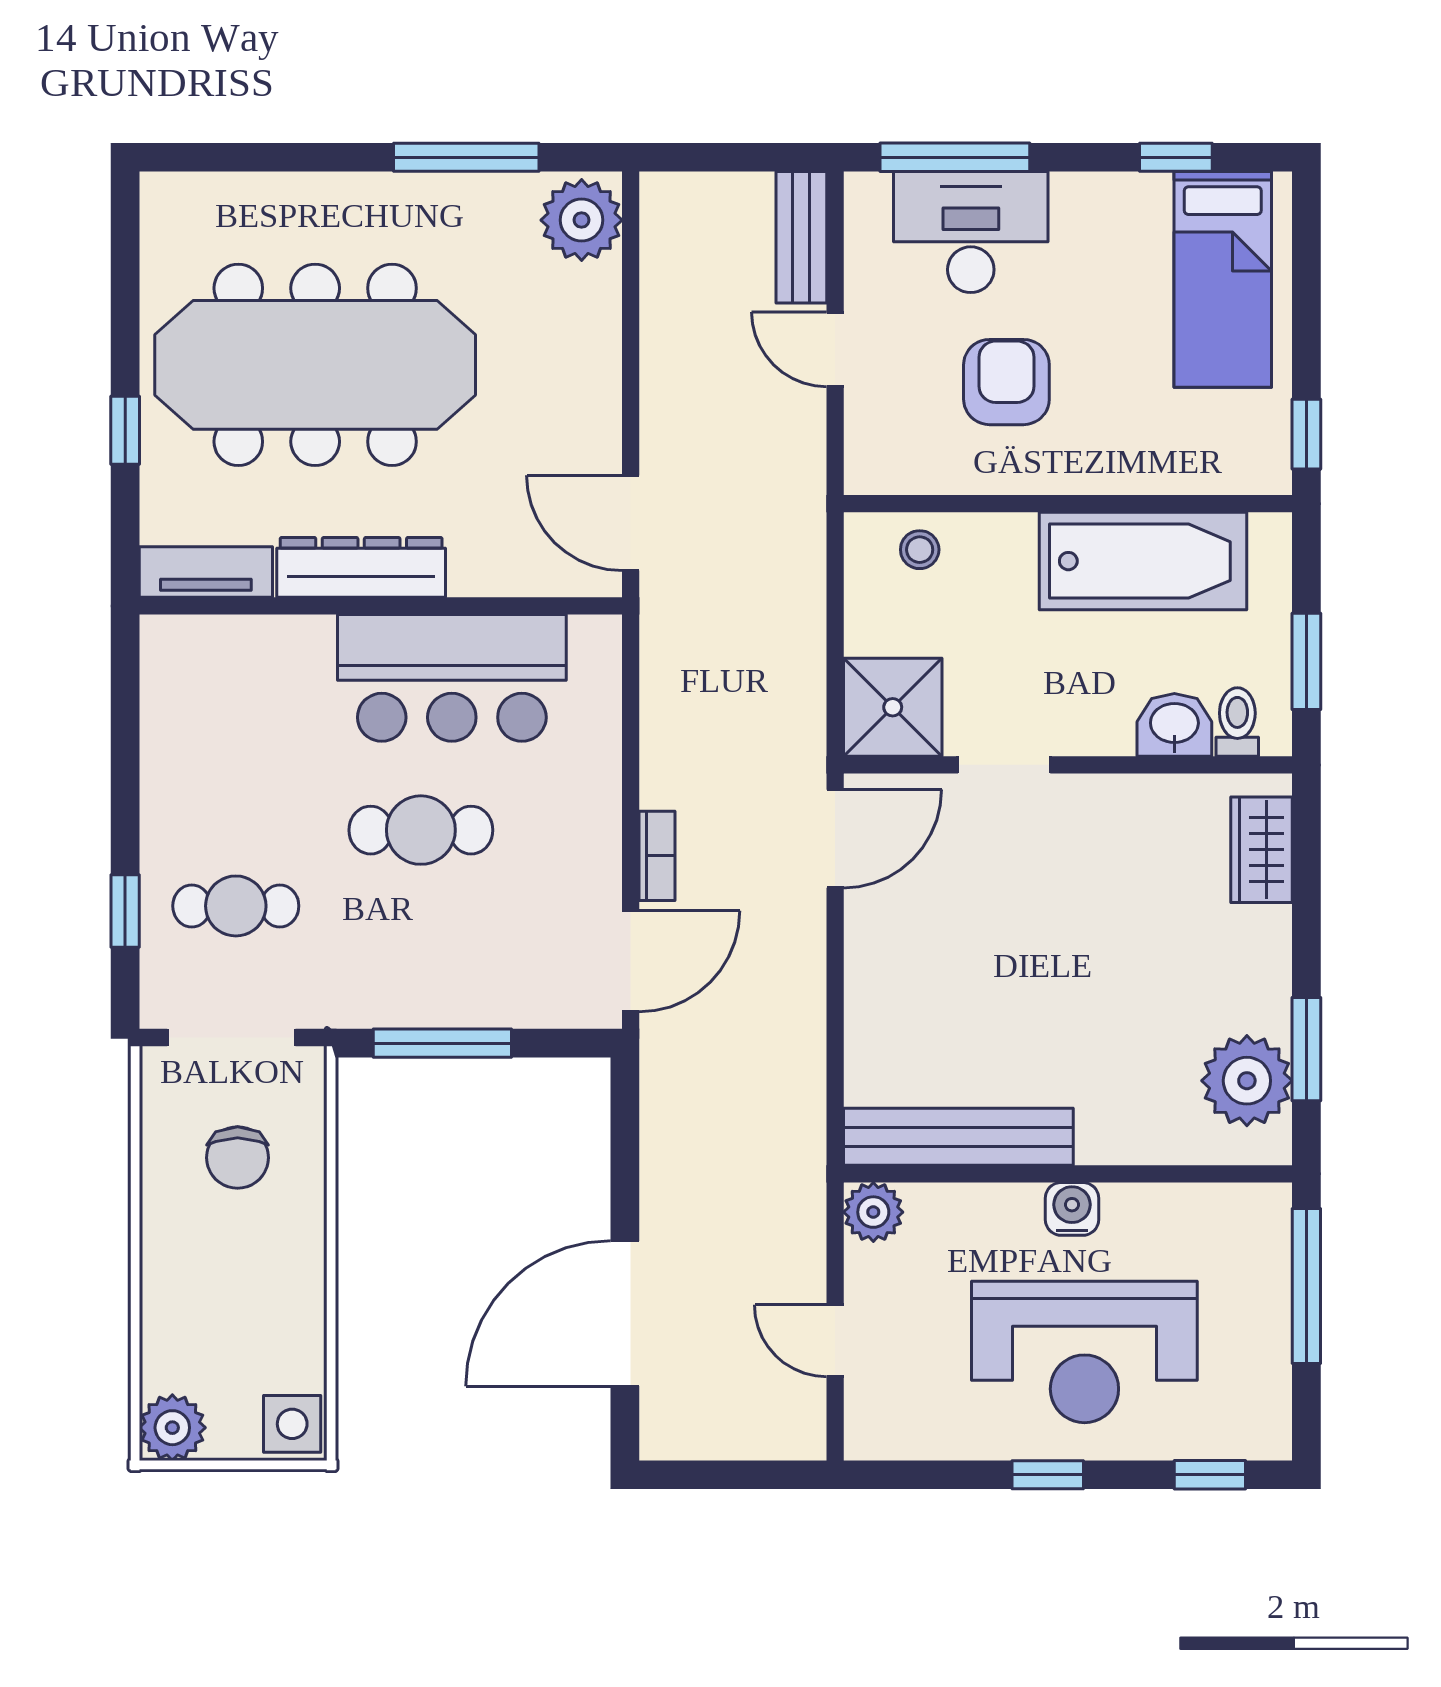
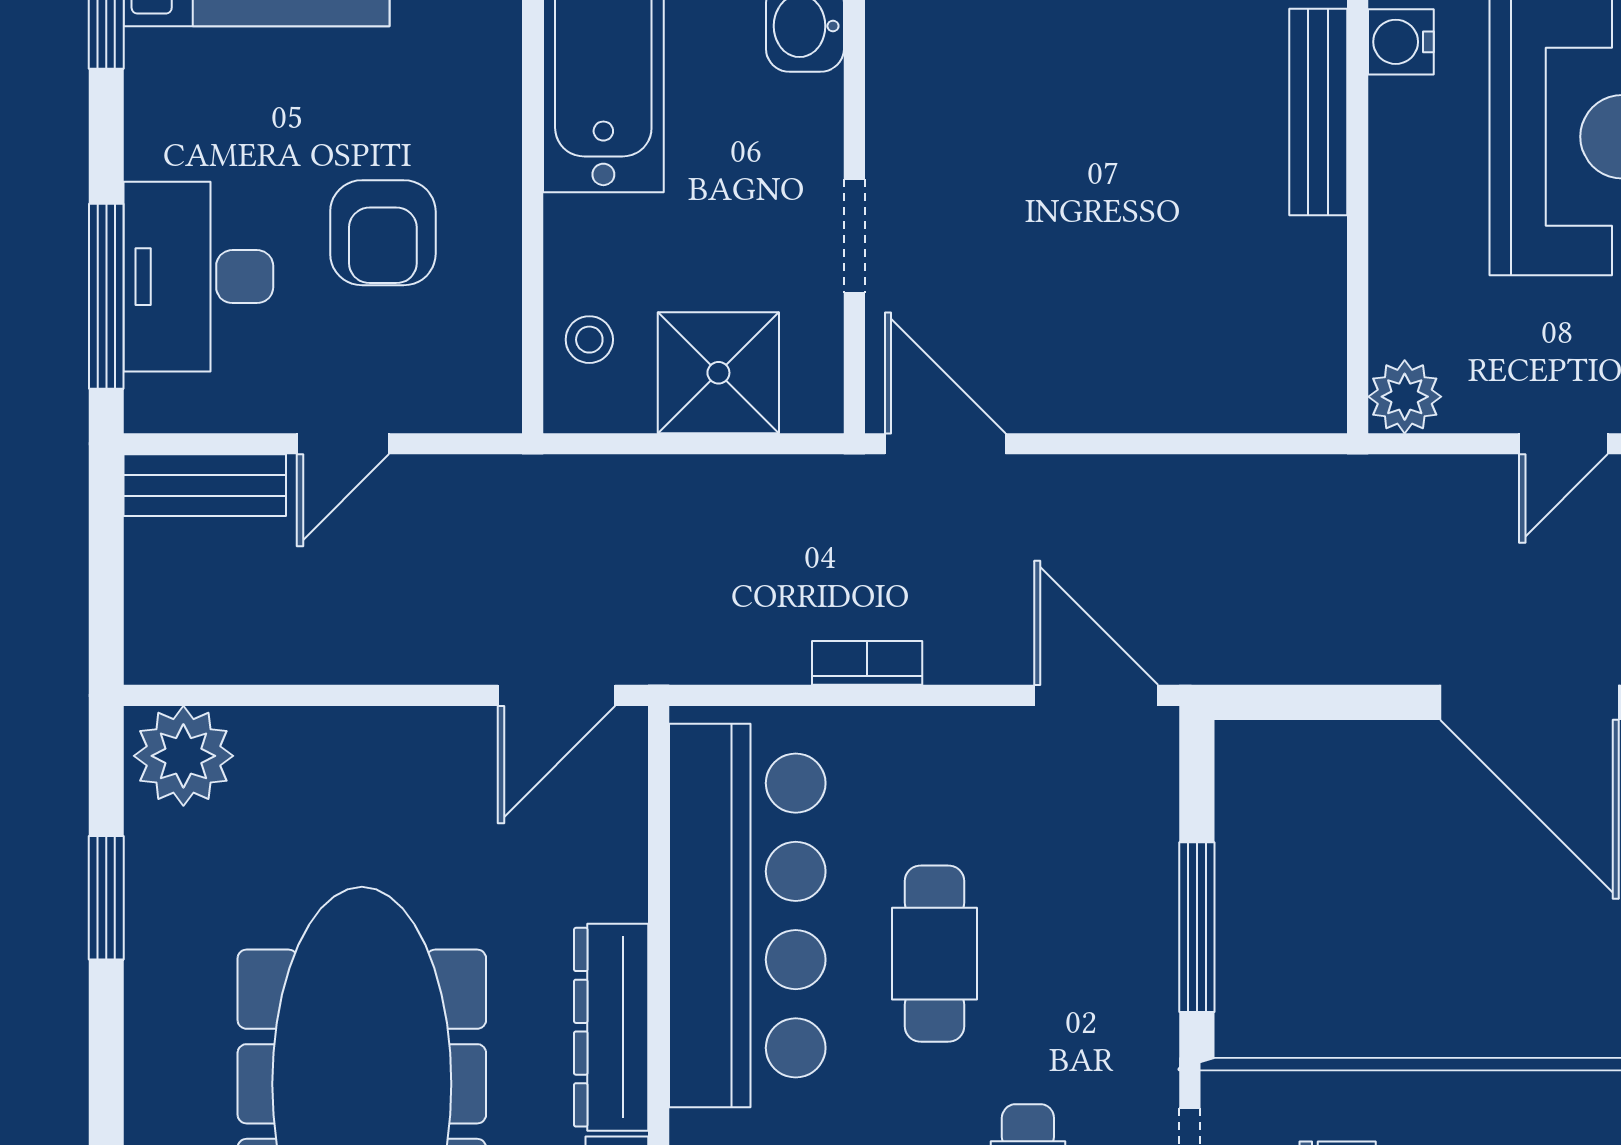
window: (466, 157) -> (106, 898), width x0.69
armchair: (1006, 382) -> (383, 233), turned -90
bar counter: (452, 678) -> (747, 916), width x1.36
shower: (893, 707) -> (718, 373), moved
bookcase: (657, 856) -> (867, 663), moved
bench: (958, 1137) -> (1318, 112), moved, width x0.73, depth x0.82
water cooler: (1072, 1209) -> (1401, 42), moved

